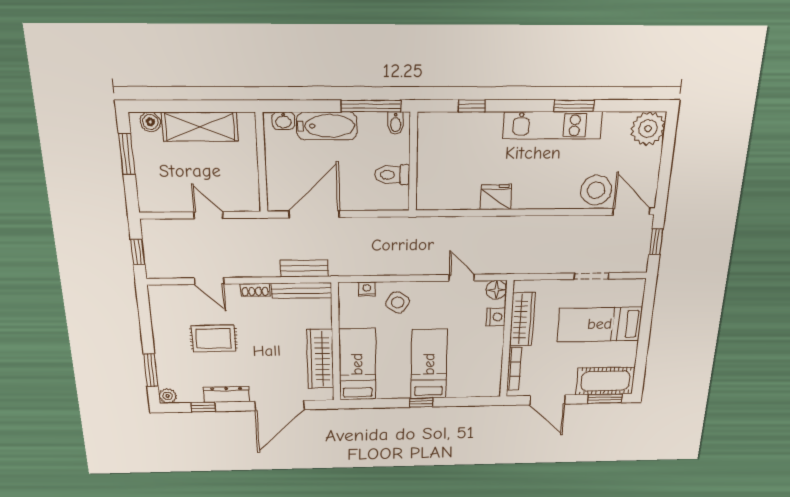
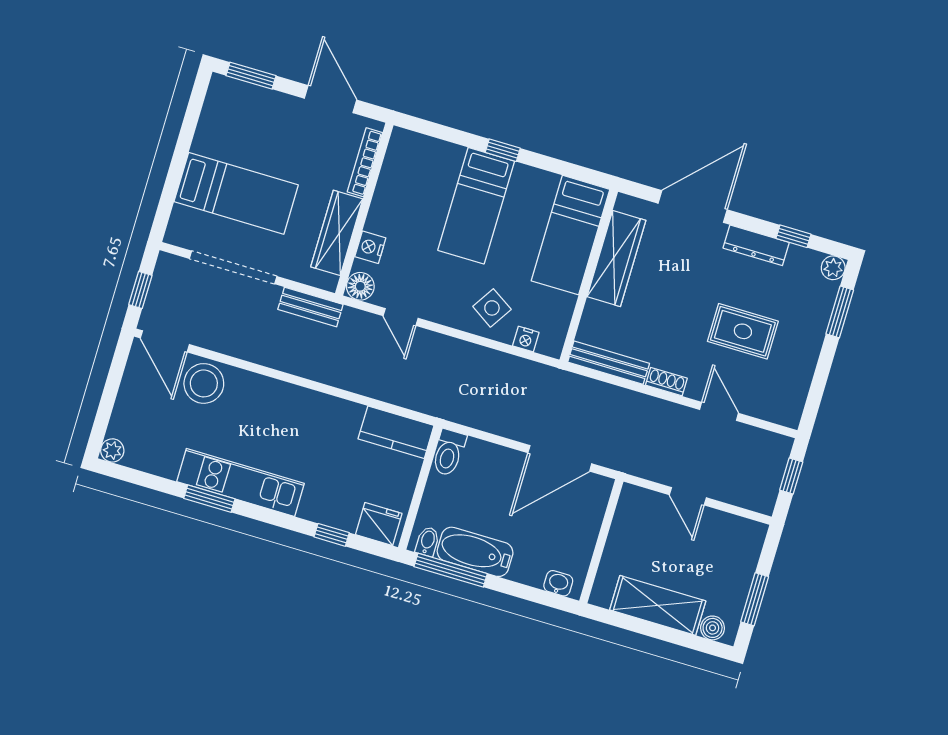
bathtub: (327, 126) -> (475, 552), moved
plant: (648, 129) -> (112, 450), width x0.53, depth x0.53
toilet: (392, 175) -> (449, 453), moved, turned 90
kitchen counter: (443, 197) -> (396, 432), added
fridge: (496, 197) -> (379, 524), moved, turned 180
bench: (304, 268) -> (310, 307), moved
doorway: (591, 276) -> (233, 267), width x1.87
cot: (605, 381) -> (245, 104), removed

